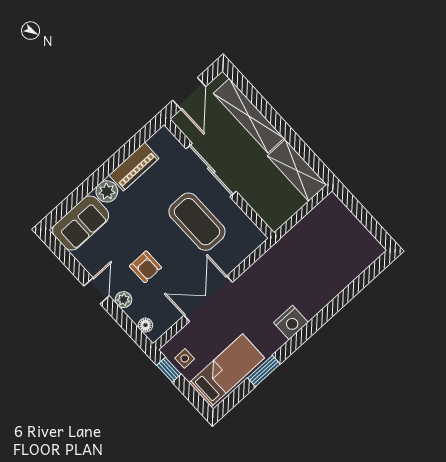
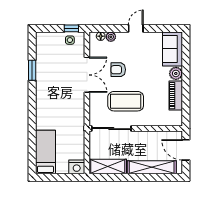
sliding door: (211, 170) -> (111, 129), moved
armchair: (146, 267) -> (118, 70), moved
door: (97, 291) -> (136, 28), swing flipped
plant: (123, 300) -> (111, 37), moved
nightstand: (291, 323) -> (77, 167), moved, turned -90
bed: (227, 370) -> (45, 152), moved, turned 180

